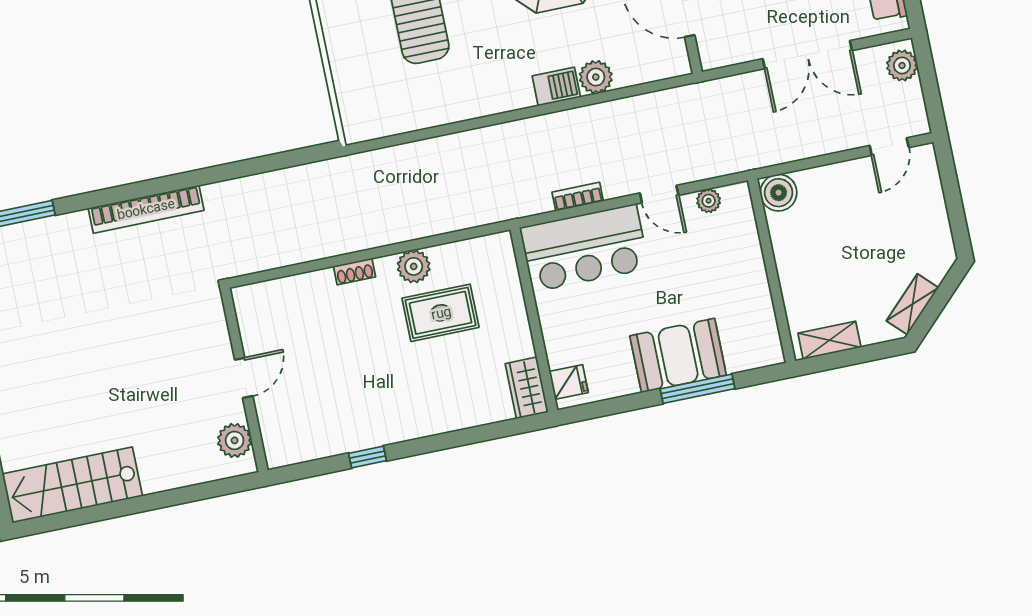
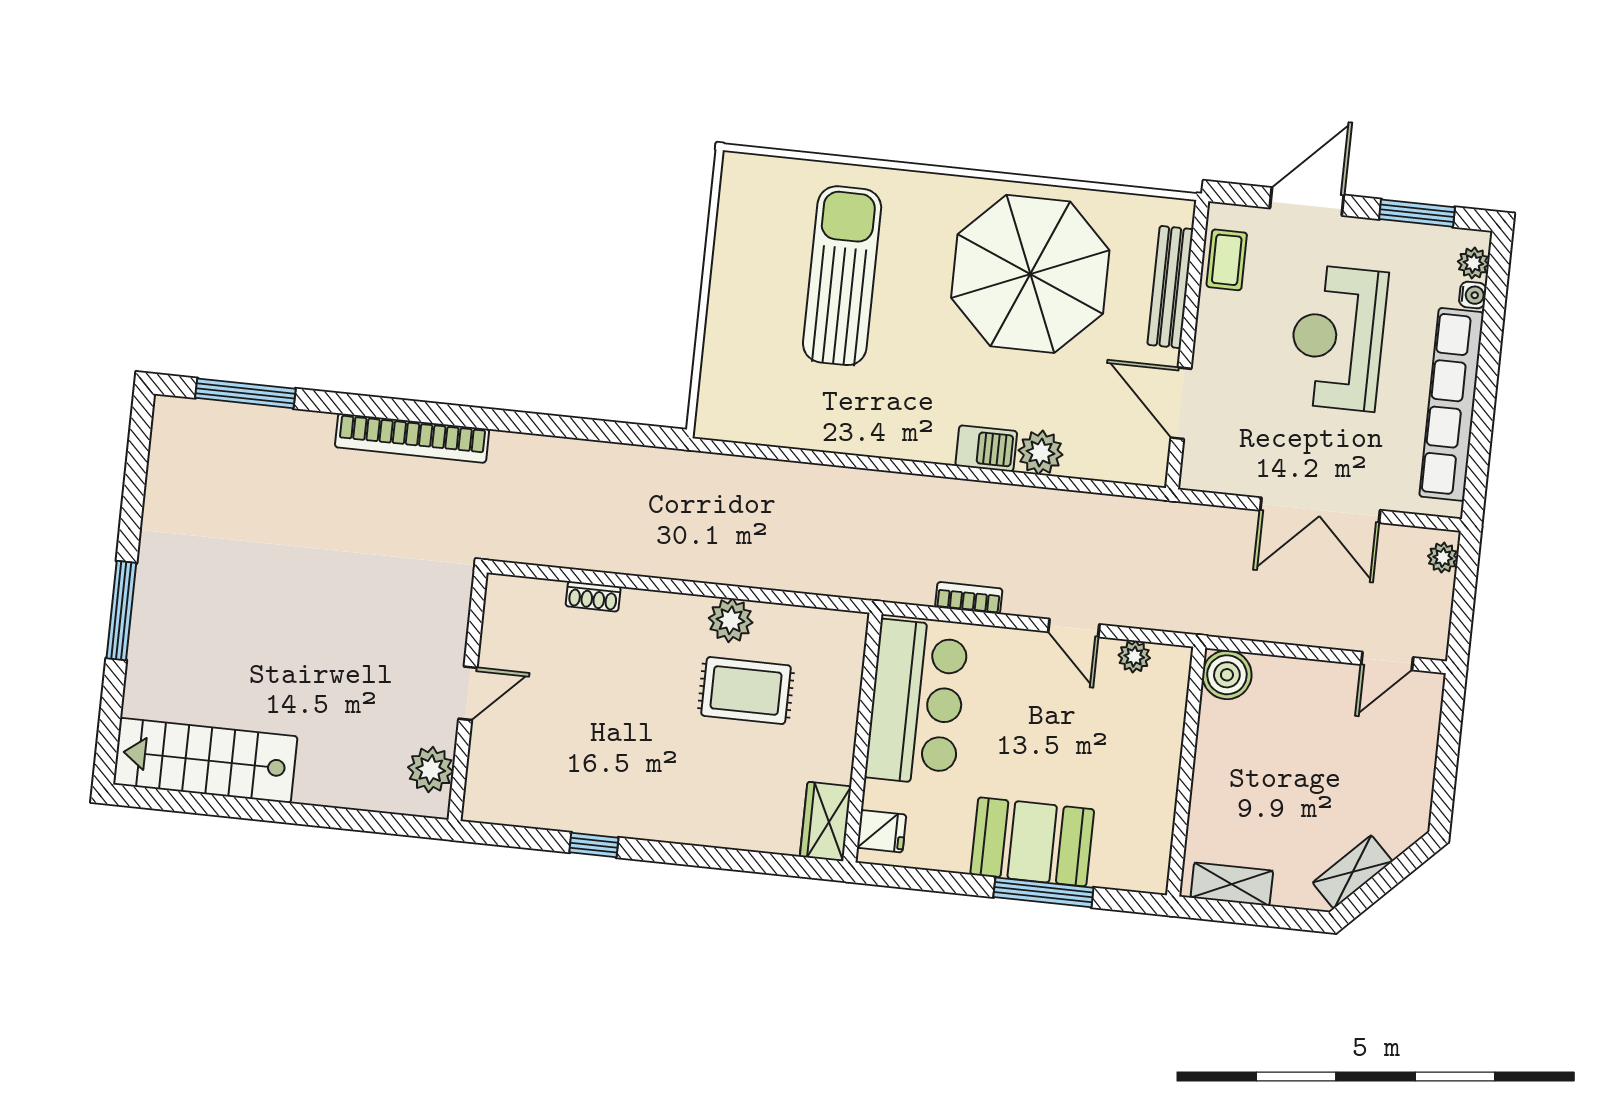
plant: (902, 65) -> (1443, 558), width x0.73, depth x0.73
bar counter: (584, 248) -> (917, 702), moved, turned -90
shoe rack: (354, 272) -> (593, 596), moved

